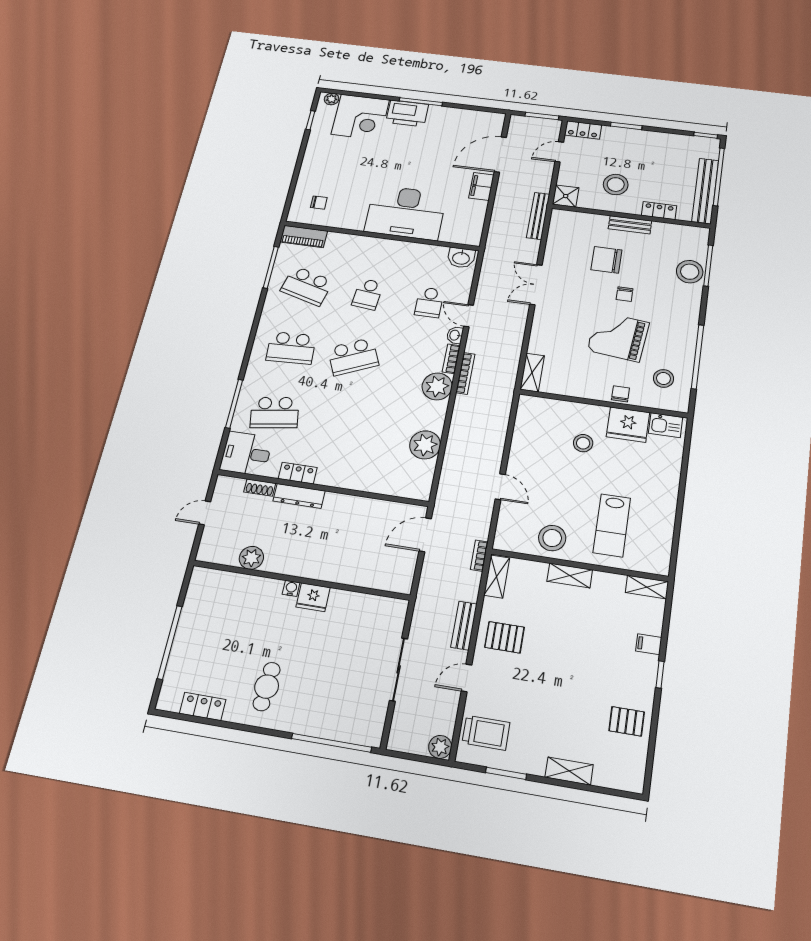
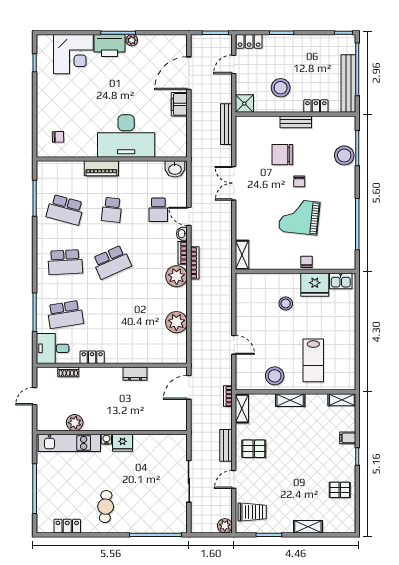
plant: (332, 99) -> (132, 40), moved
piano: (304, 237) -> (101, 168), moved
stool: (663, 378) -> (335, 245), removed
dresser: (299, 496) -> (135, 374), moved, width x0.70
kitchen unit: (237, 585) -> (69, 443), added

